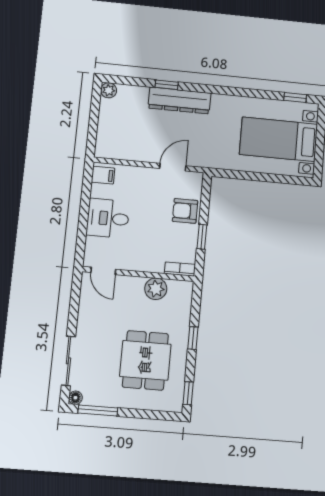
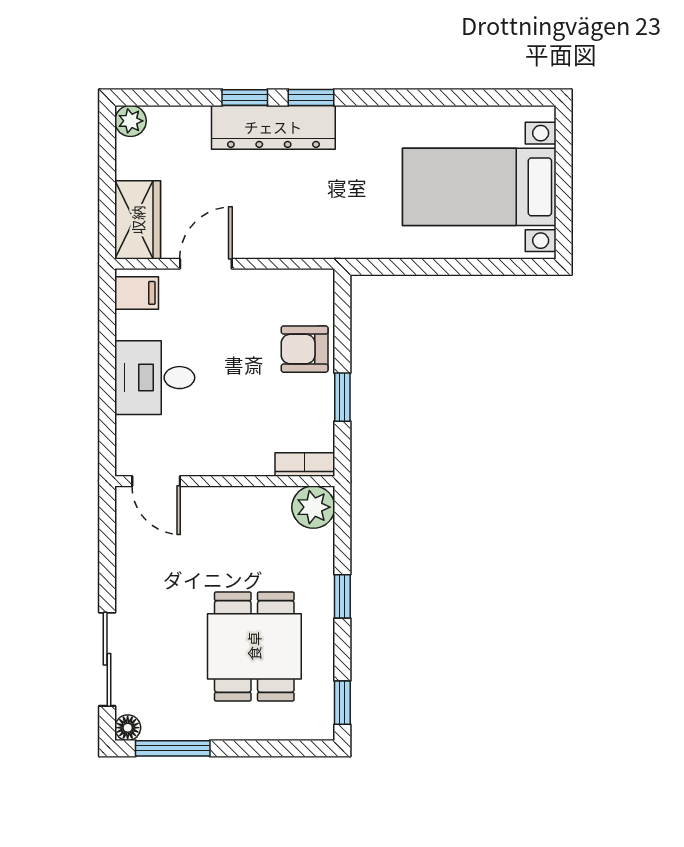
window: (295, 98) -> (311, 98), moved
wardrobe: (107, 139) -> (138, 220), added
door: (173, 167) -> (206, 264), moved
plant: (156, 289) -> (313, 507), moved

